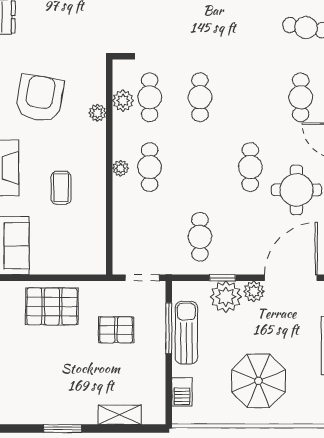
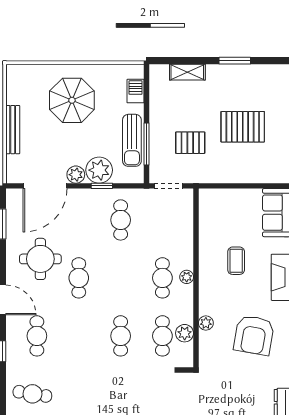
pallet: (52, 306) -> (243, 127), moved

